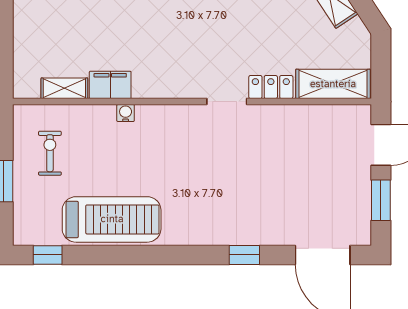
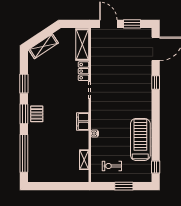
filing cabinet: (110, 85) -> (83, 122), moved

